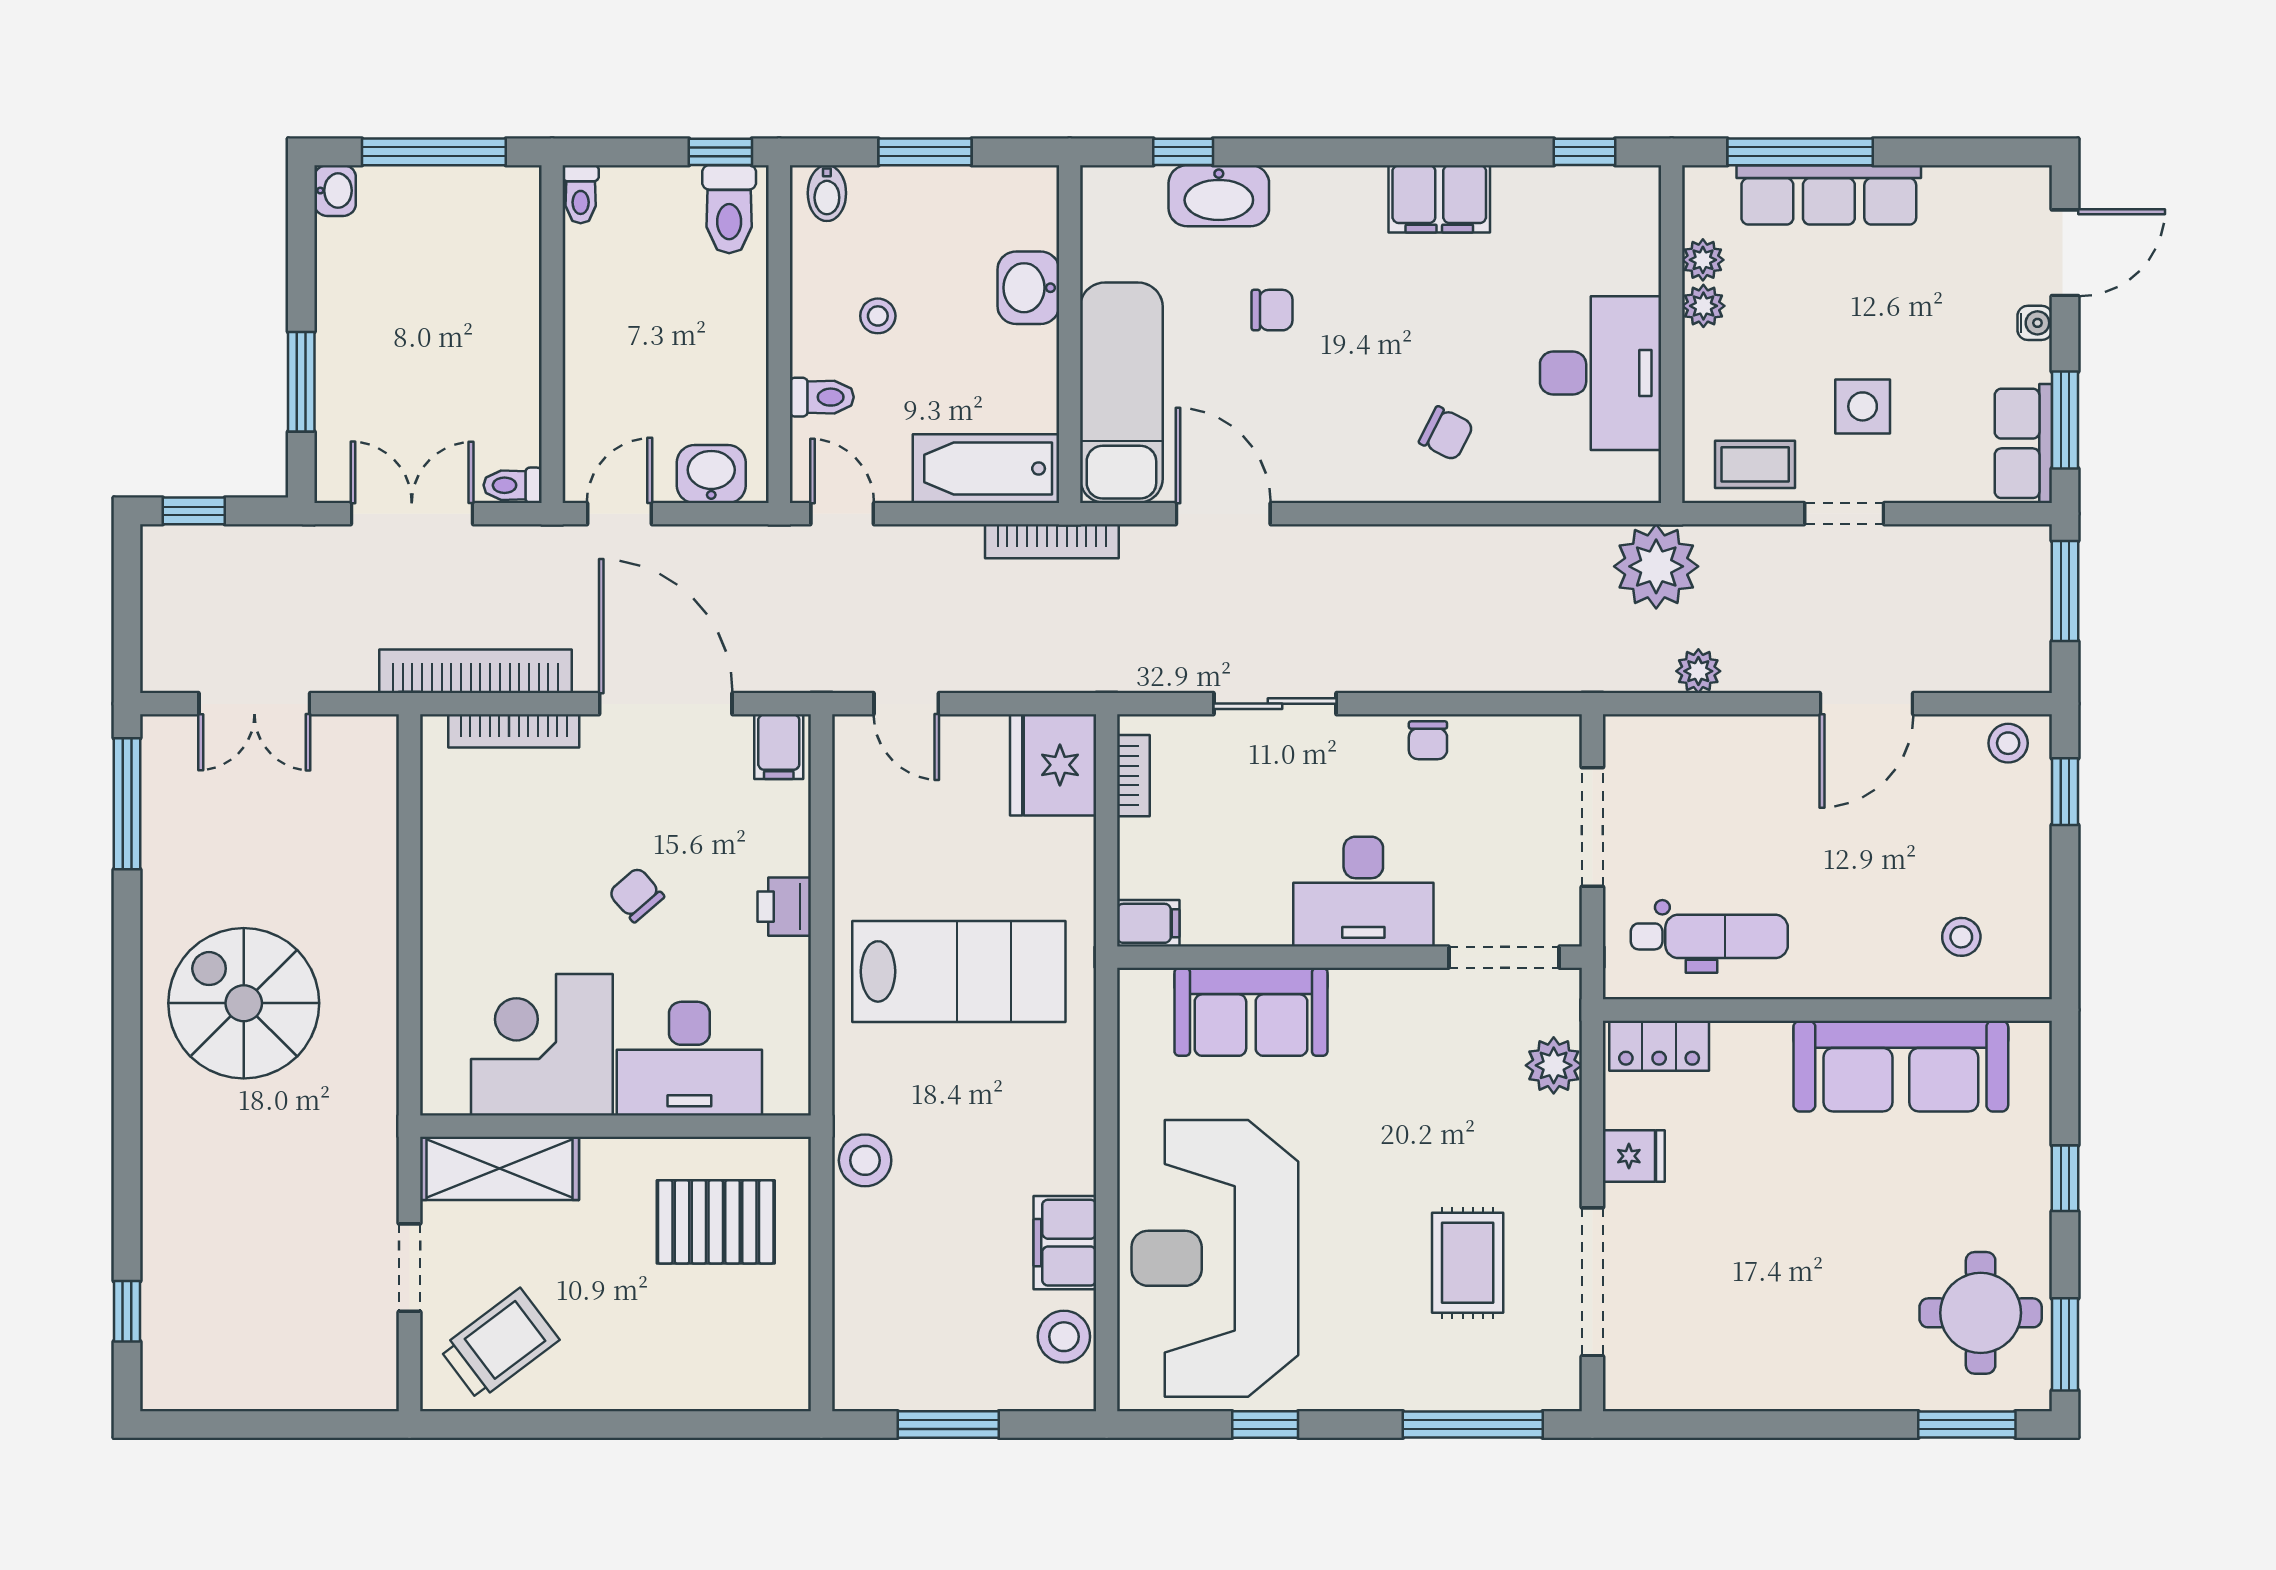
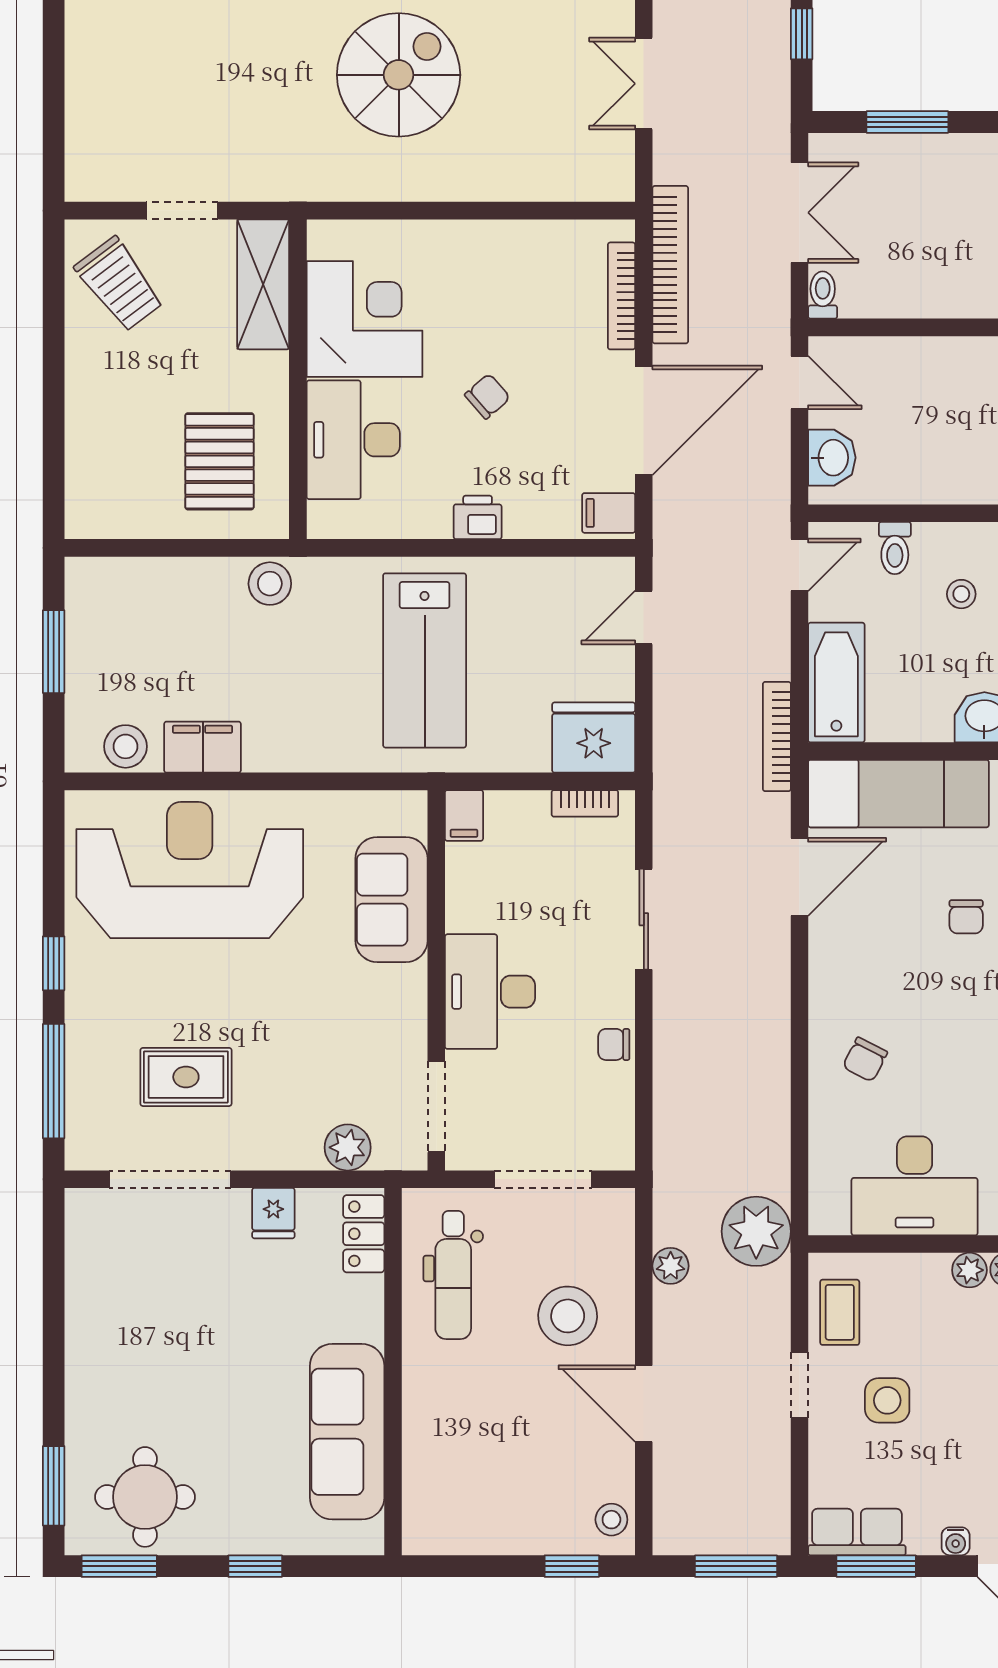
stool: (1961, 937) -> (568, 1316), moved, width x1.89, depth x1.89
window: (1265, 1424) -> (54, 963), moved

